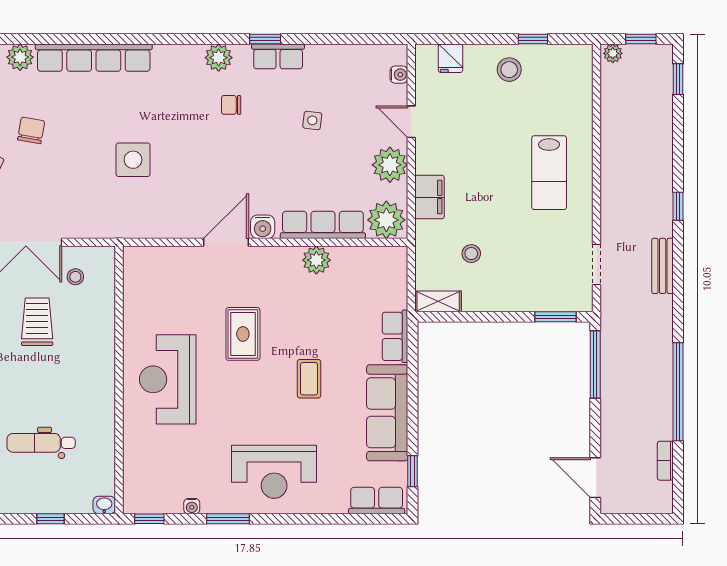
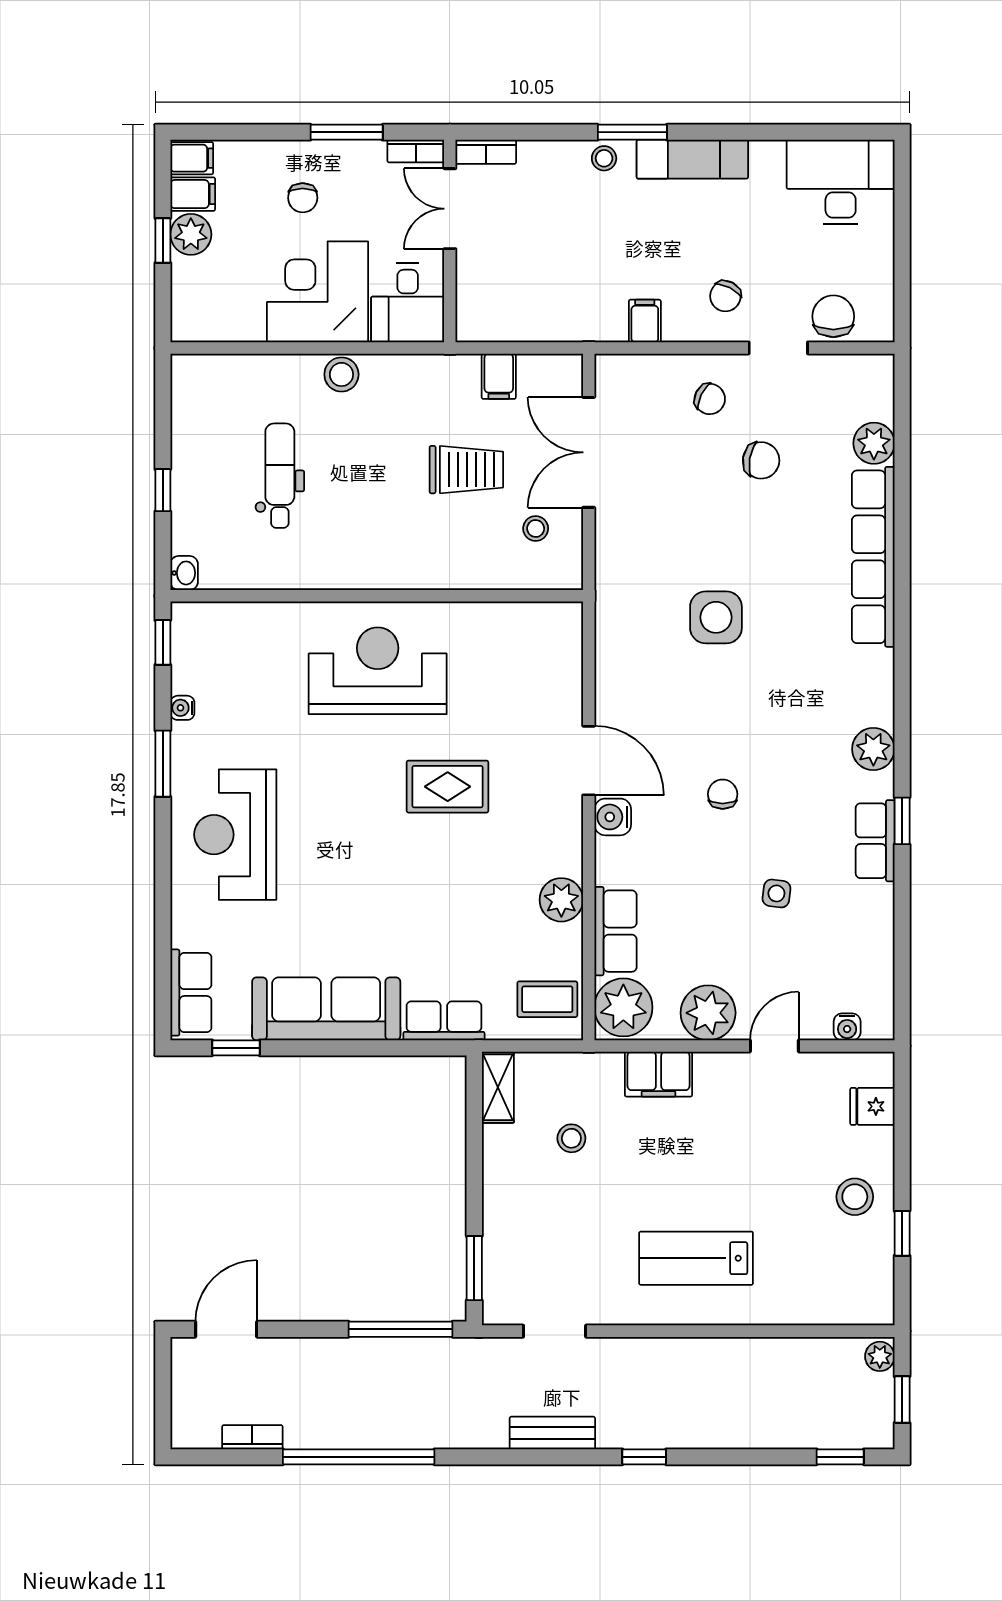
chair: (231, 105) -> (723, 794), moved
row of seats: (323, 225) -> (616, 931), width x0.68
coffee table: (309, 379) -> (547, 999), moved

